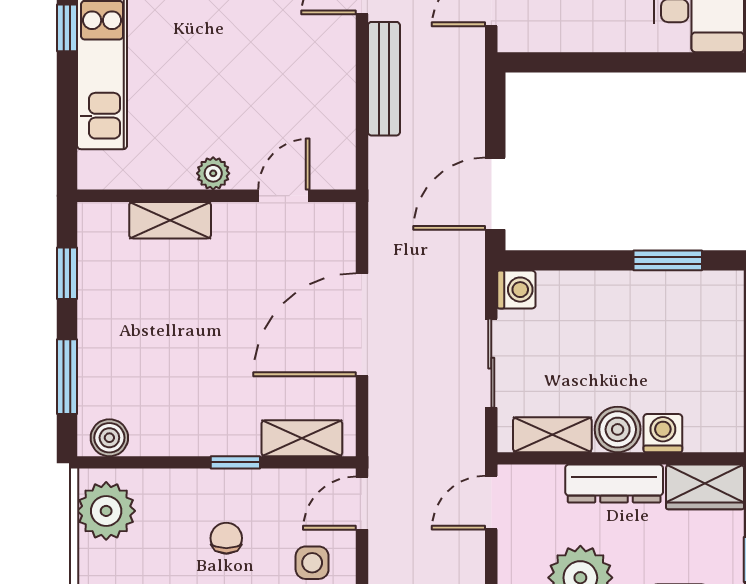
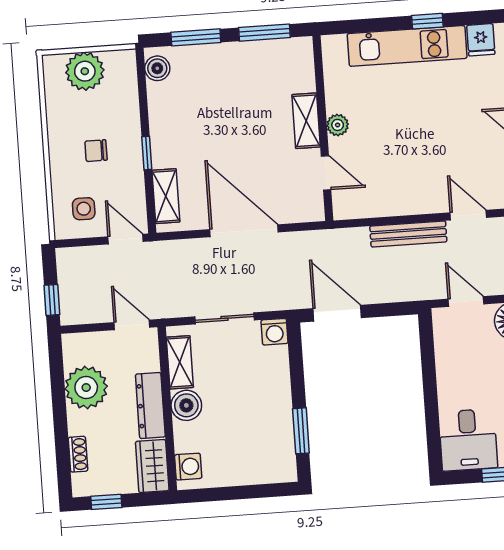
shelving: (170, 220) -> (306, 121), moved
window: (67, 273) -> (264, 33), width x1.50
washing machine: (663, 433) -> (188, 467), moved
plant: (106, 511) -> (85, 71), moved
chair: (226, 538) -> (96, 151), turned 180

